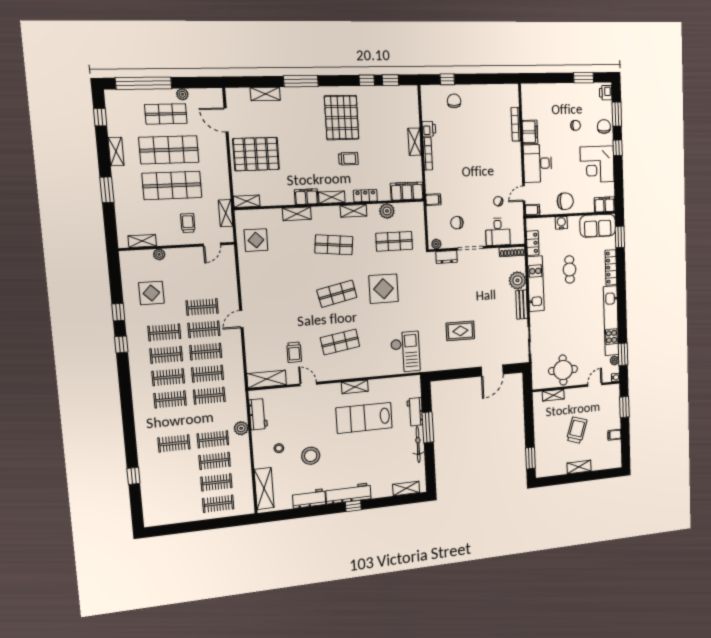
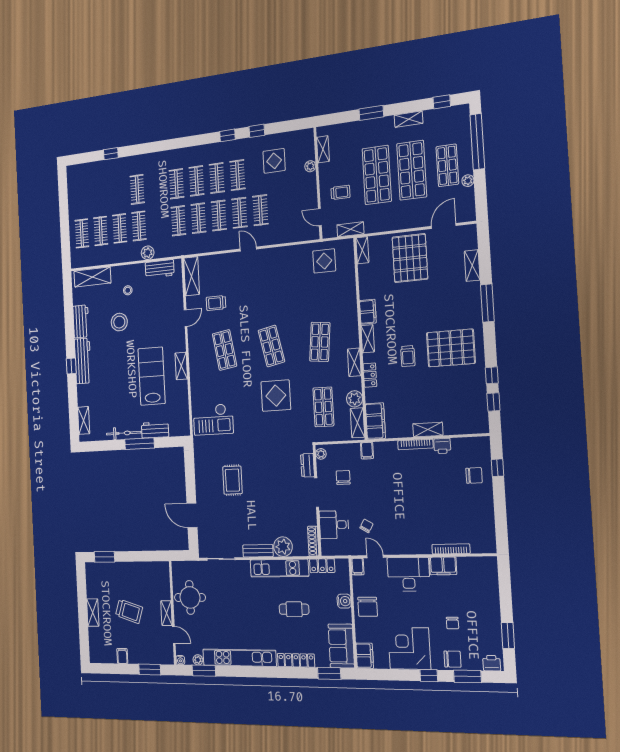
shelving: (297, 214) -> (357, 423), moved
shelving: (553, 395) -> (166, 613), moved

